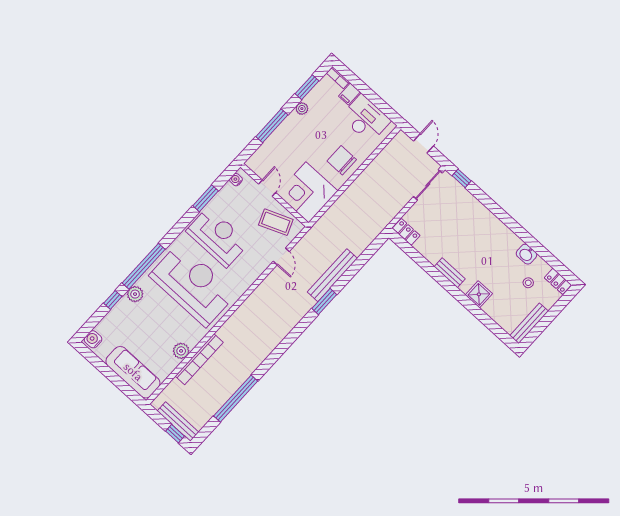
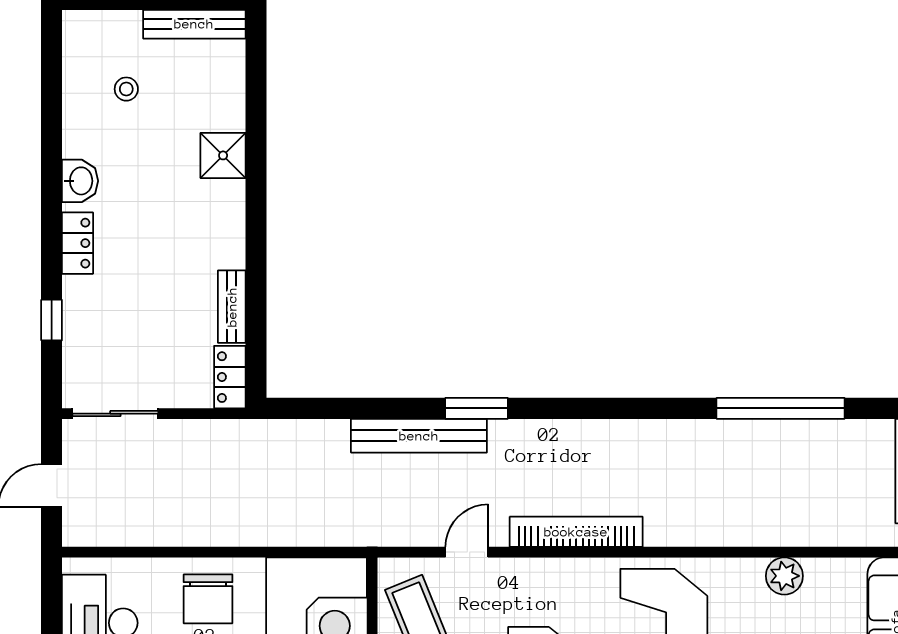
window: (462, 178) -> (52, 320), moved
washbasin: (526, 254) -> (80, 181), moved
bench: (450, 273) -> (232, 307), moved
locker: (558, 281) -> (78, 243), moved
bookcase: (199, 359) -> (576, 532), moved

